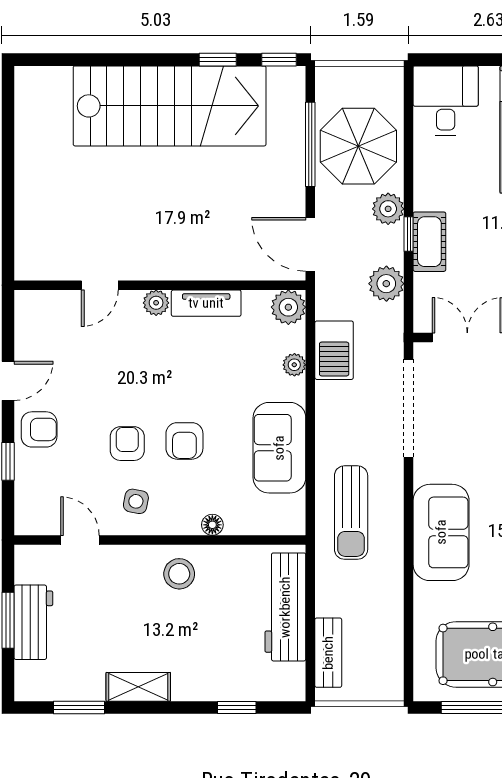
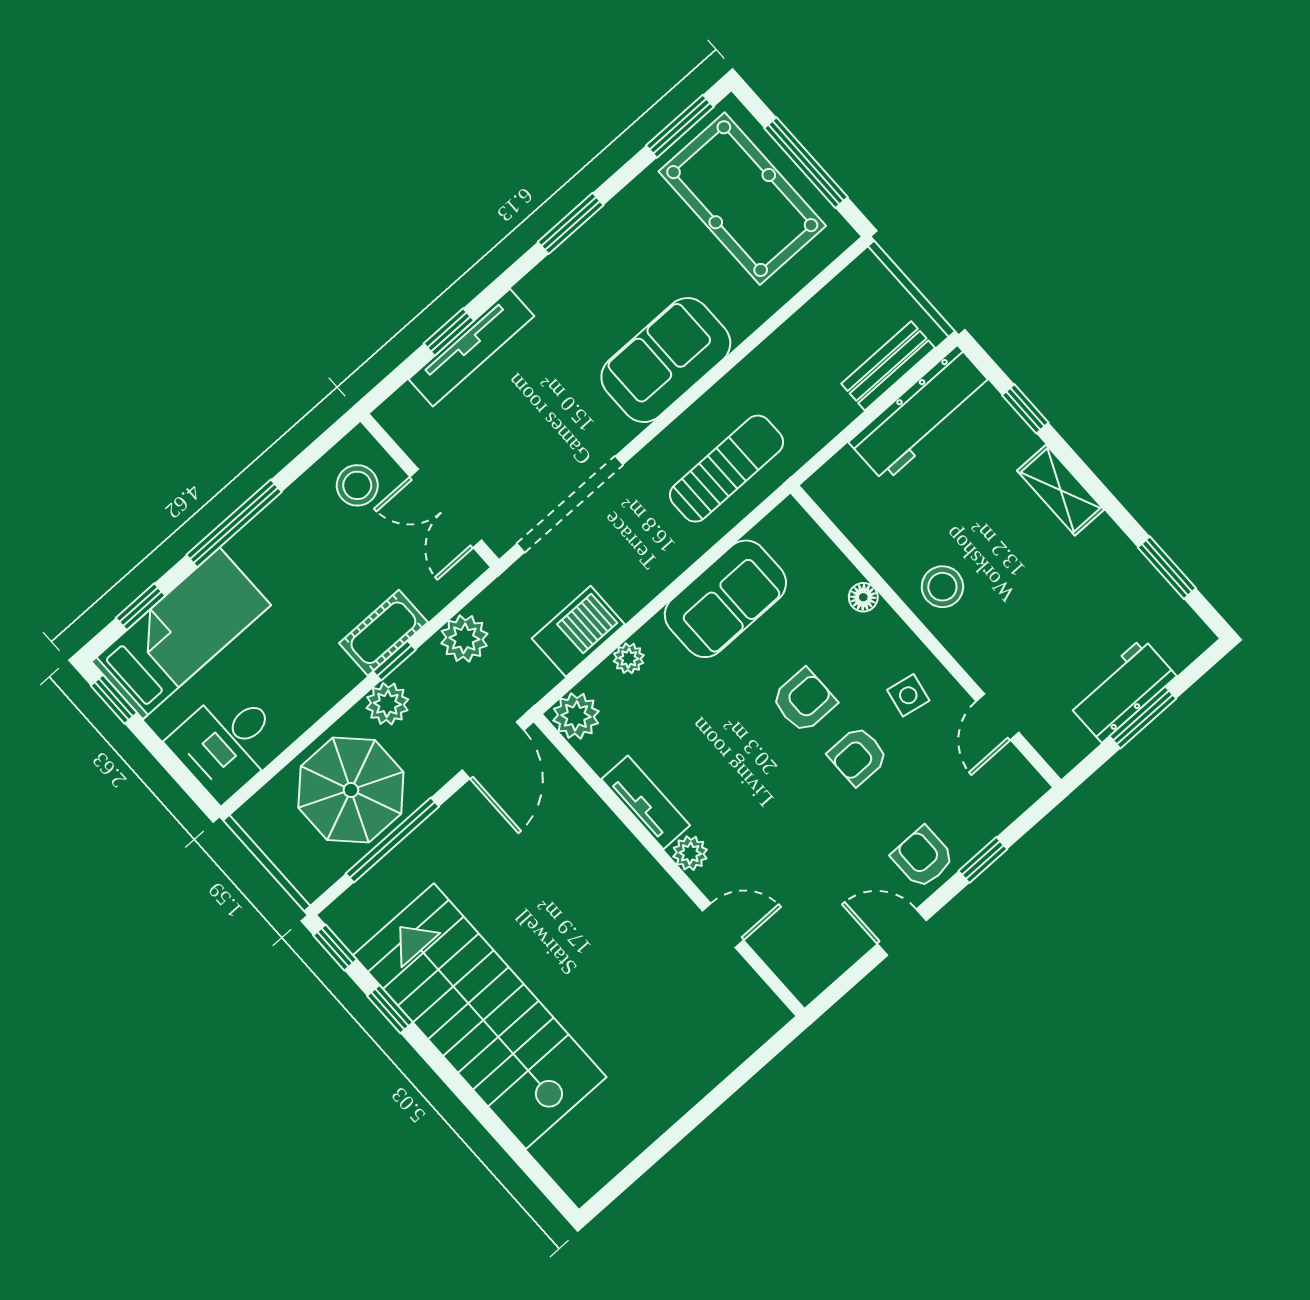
workbench: (285, 607) -> (921, 414), moved
shelving: (138, 687) -> (1060, 490), moved

